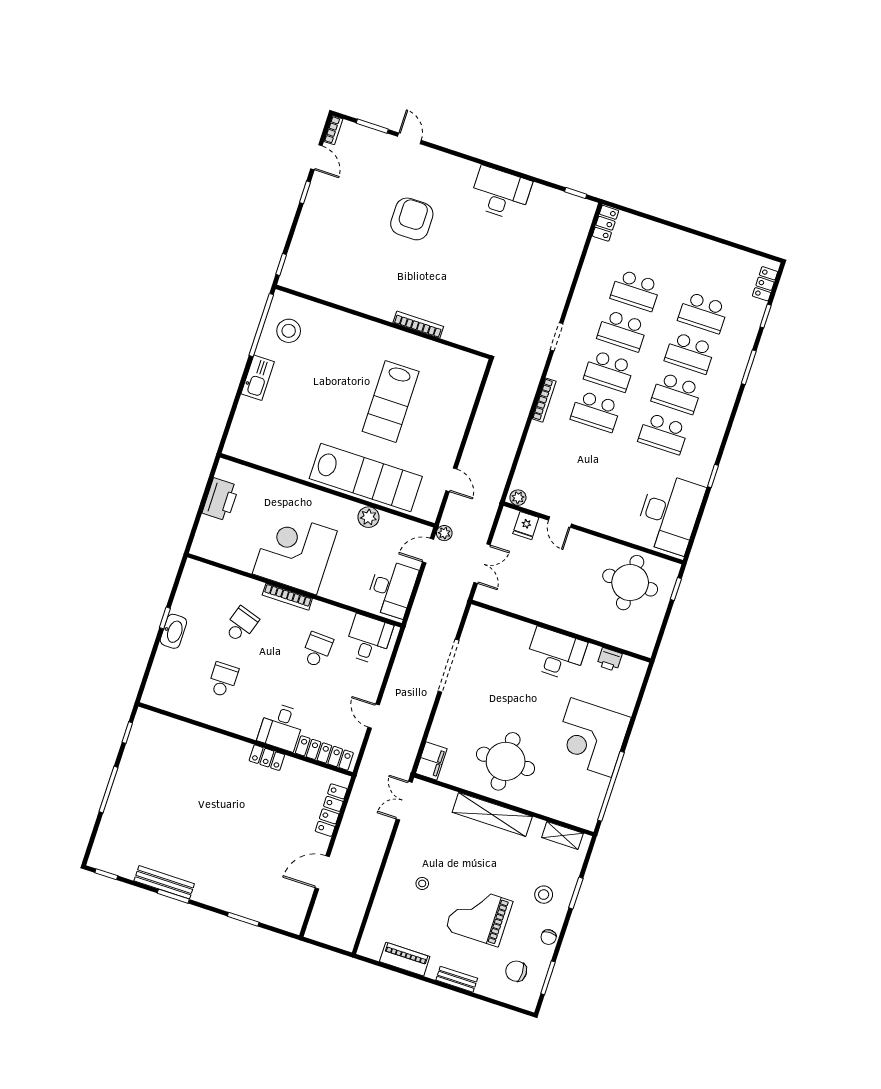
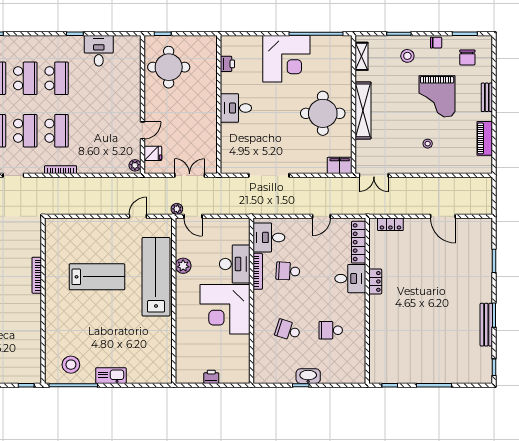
printer: (220, 499) -> (211, 377), width x0.53, depth x0.68
desk: (670, 514) -> (99, 51), width x0.53, depth x0.77
desk: (392, 589) -> (235, 264), moved, turned 90
bookcase: (287, 597) -> (258, 271), moved
desk: (556, 654) -> (236, 108), width x0.73
locker: (331, 810) -> (390, 224), width x0.66

